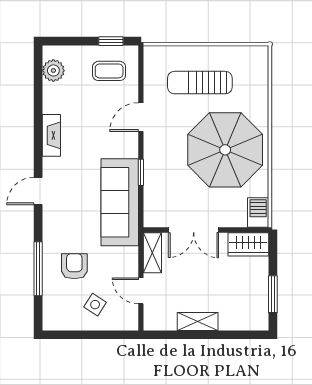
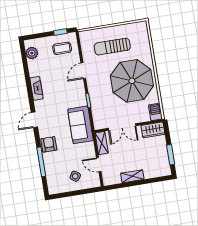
sofa: (120, 202) -> (80, 125), width x0.73
armchair: (74, 266) -> (49, 144), moved

